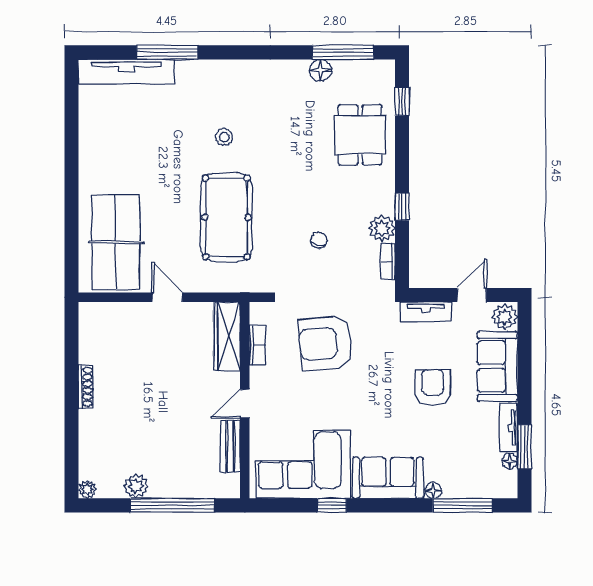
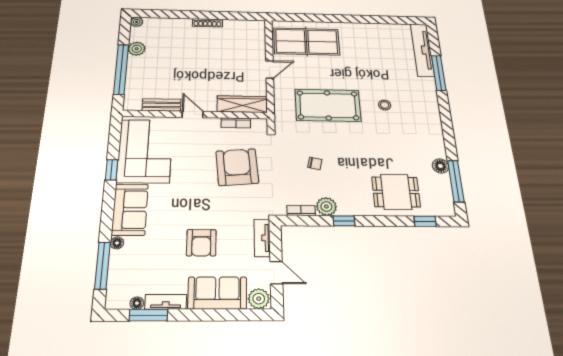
armchair: (433, 387) -> (201, 243), turned 90

